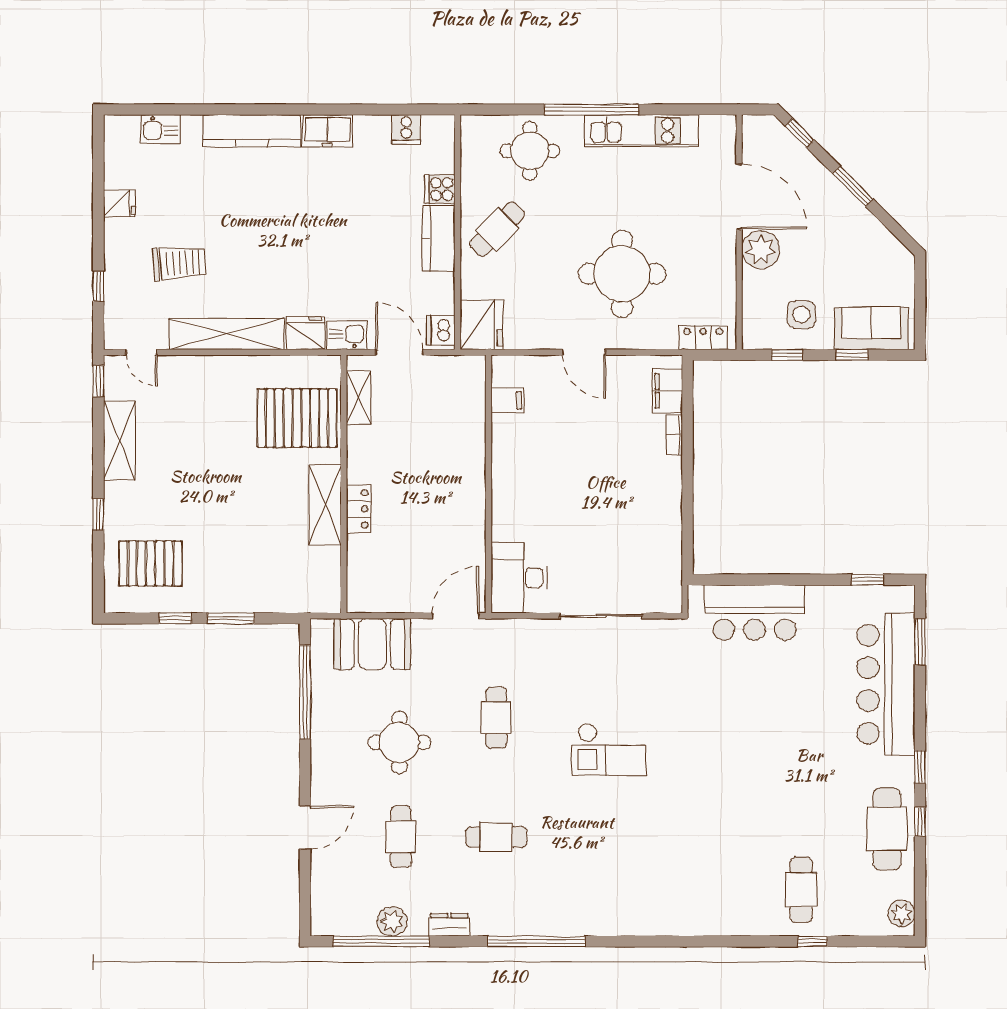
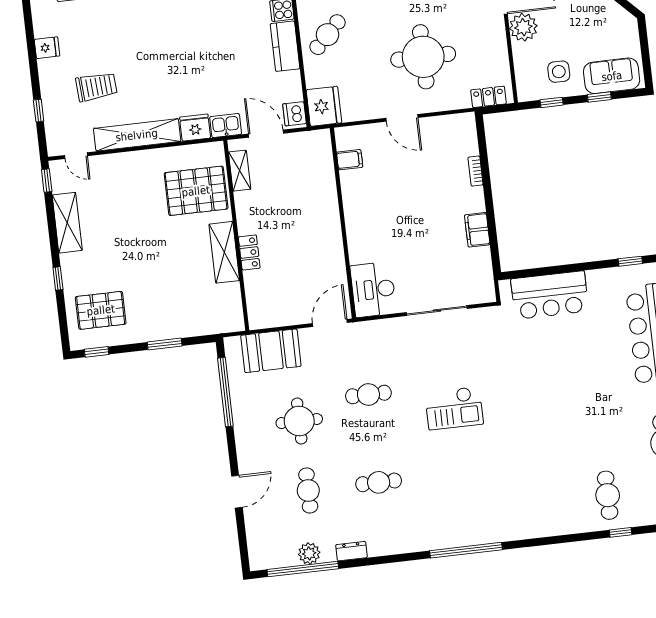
filing cabinet: (668, 391) -> (477, 230), moved
window: (175, 618) -> (97, 352), moved
cafe table: (496, 718) -> (368, 395), turned 90
window: (536, 941) -> (466, 550), moved

